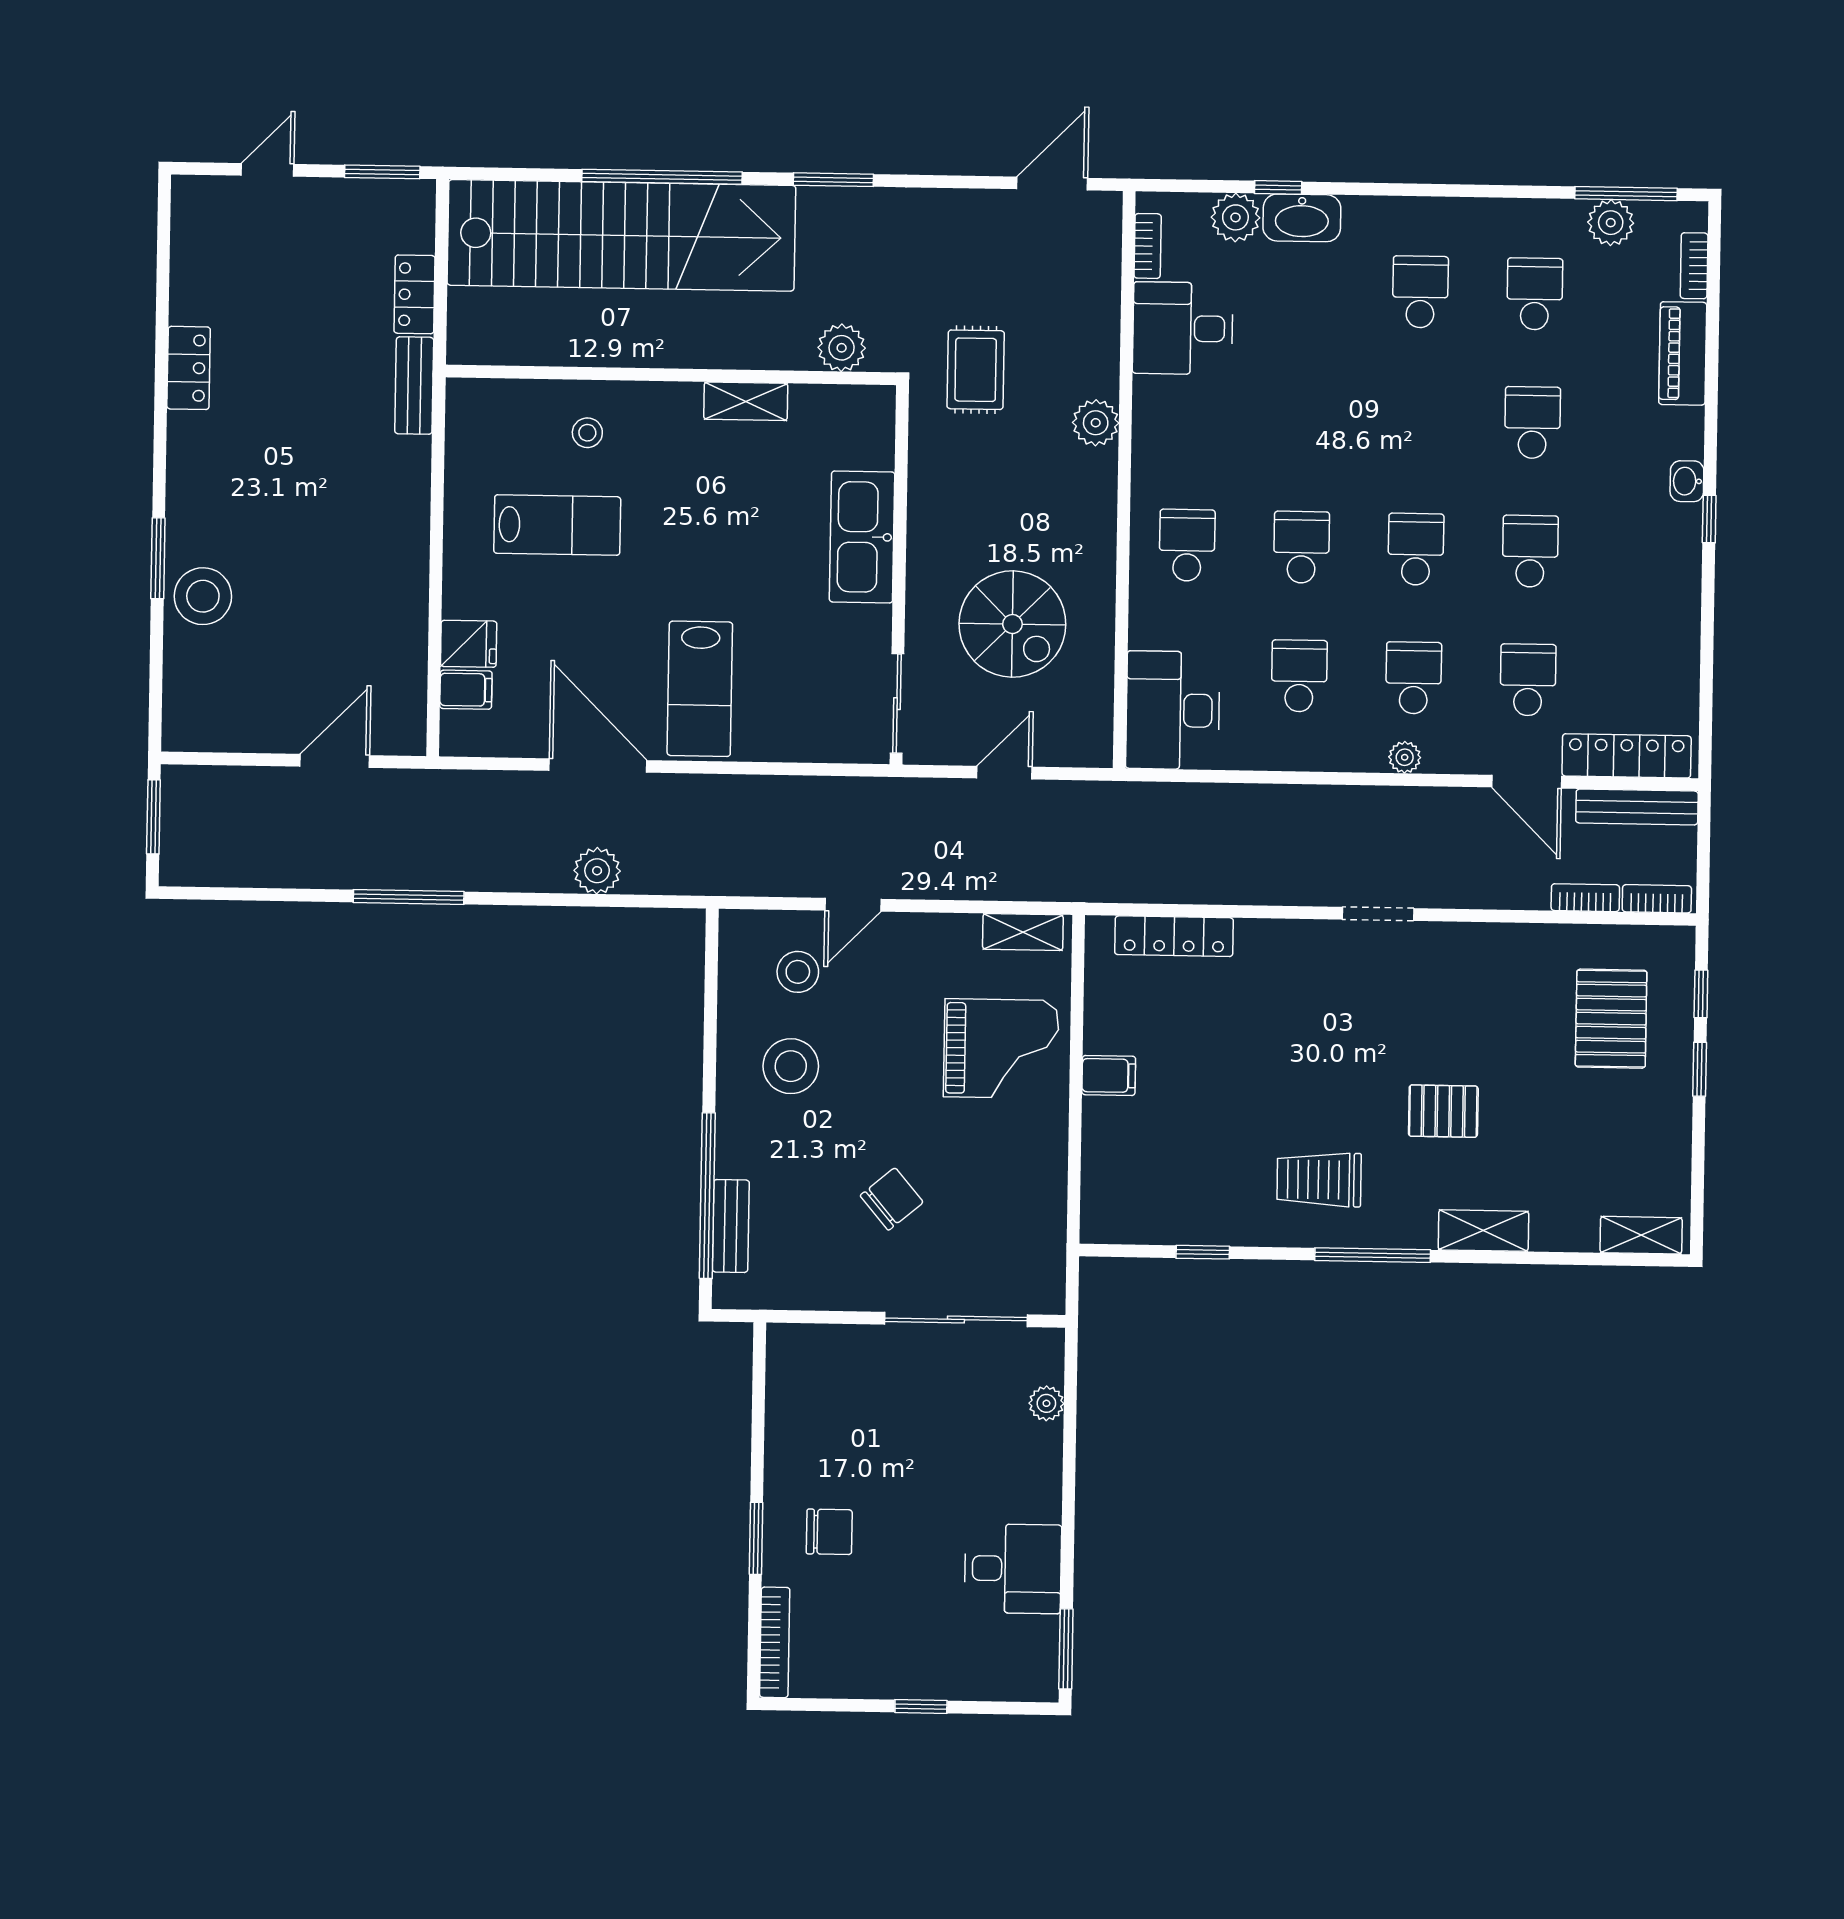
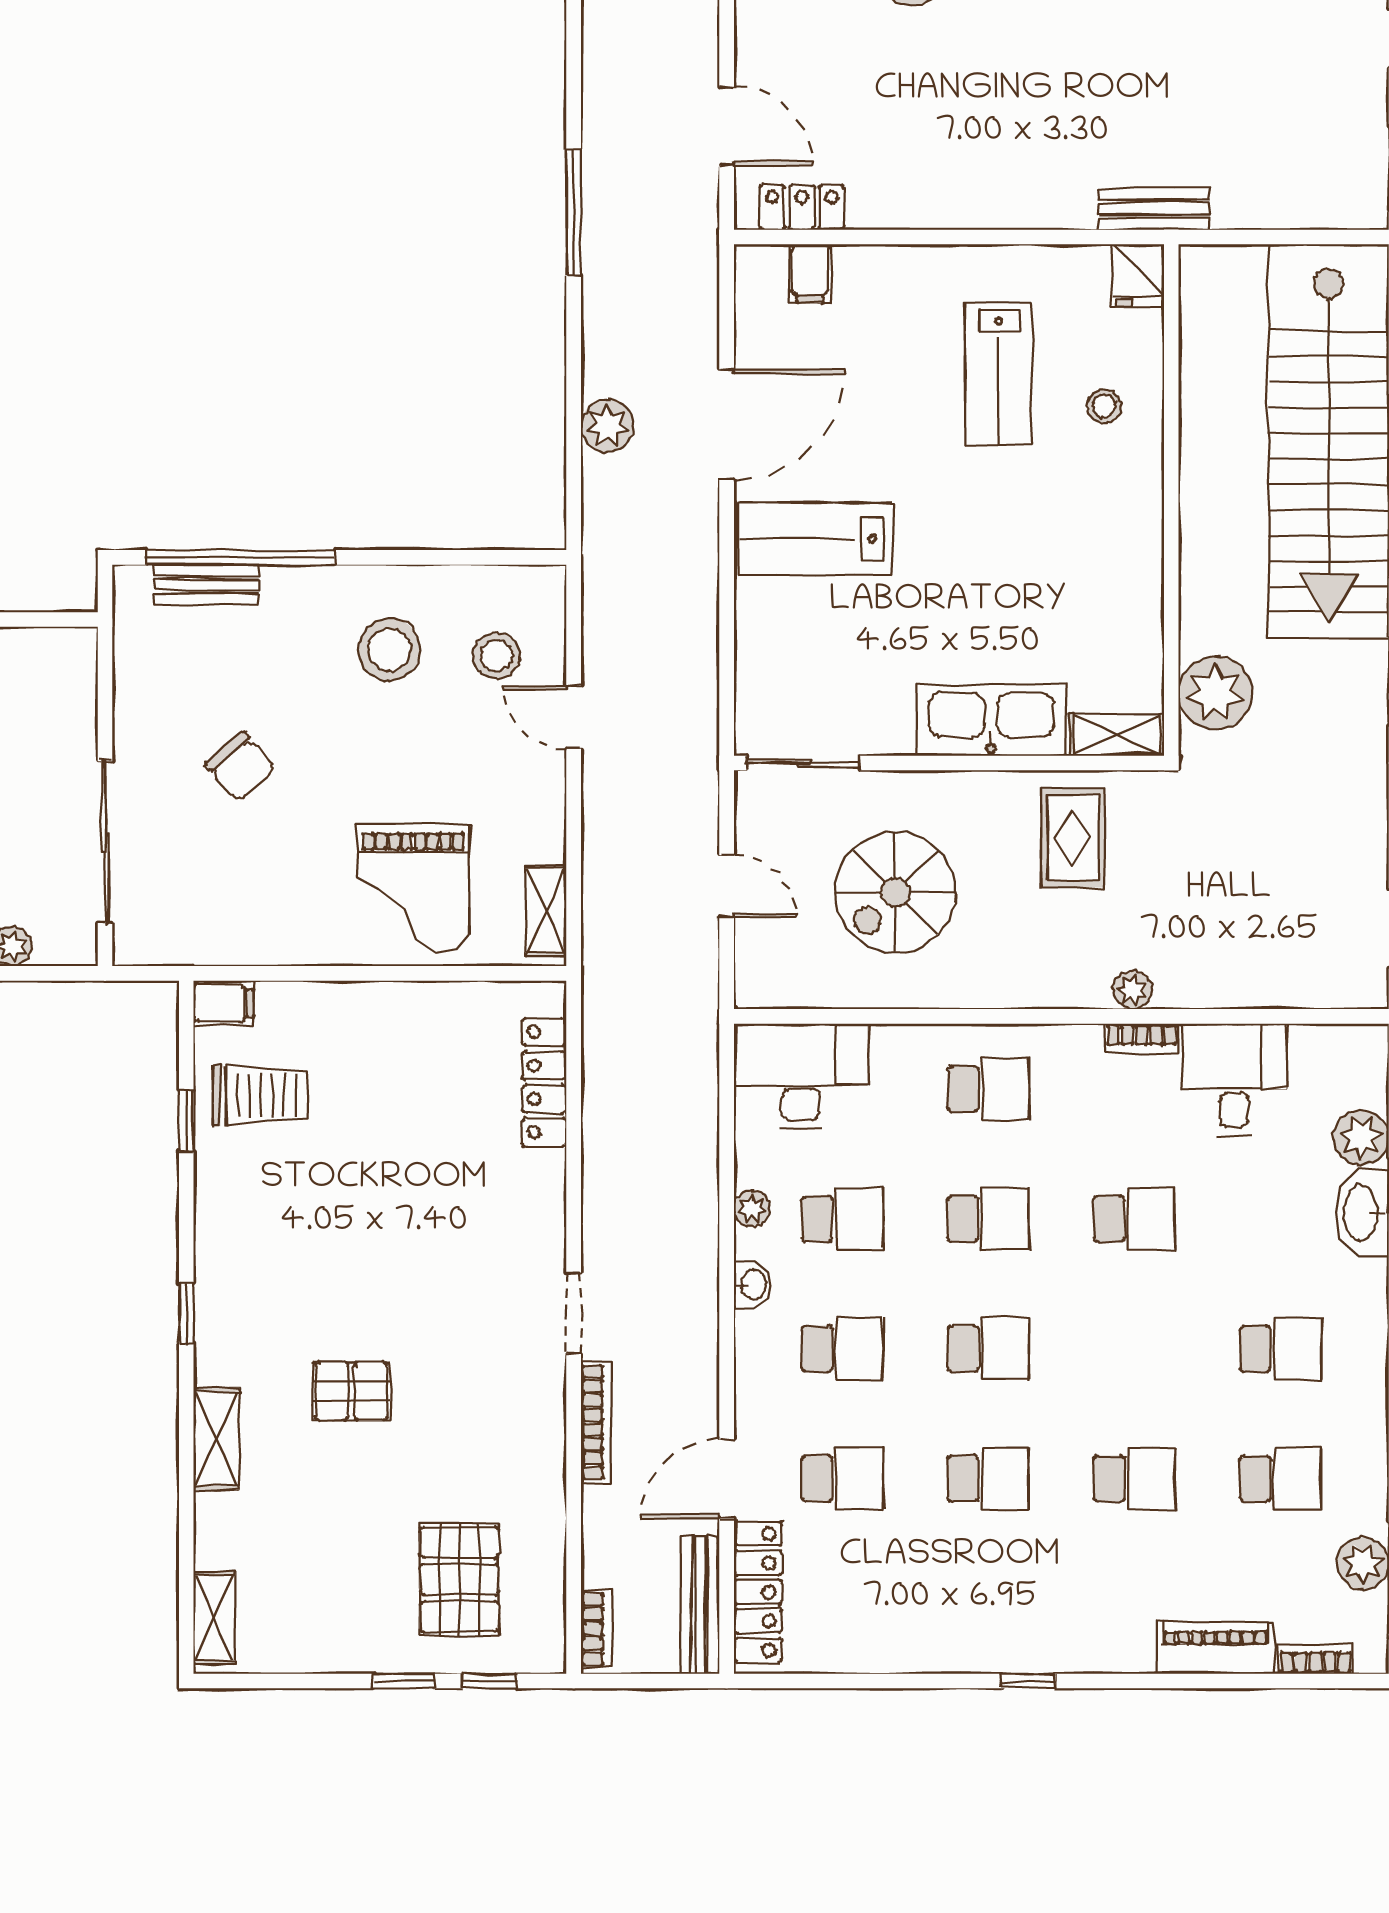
bookcase: (1148, 246) -> (1142, 1038), moved
locker: (415, 294) -> (802, 207), moved
plant: (842, 348) -> (1215, 693), width x1.36, depth x1.36
rug: (976, 370) -> (1073, 838), moved, turned 90
shelving: (746, 401) -> (1117, 735), moved, turned 90
school desk: (1304, 419) -> (1134, 1219), added
plant: (1096, 423) -> (1133, 990), width x0.73, depth x0.73
washbasin: (1687, 481) -> (753, 1284), moved, turned 90
fridge: (469, 644) -> (1138, 276), moved
plant: (1405, 757) -> (752, 1209), moved
bookcase: (1585, 898) -> (596, 1422), moved, width x1.56
pallet: (1611, 1019) -> (459, 1580), turned 90
filing cabinet: (1109, 1075) -> (223, 1003), moved, turned -90
pallet: (1443, 1111) -> (351, 1391), turned 90
trolley: (1319, 1180) -> (260, 1095), moved, turned 90
window: (1373, 1255) -> (186, 1314), width x0.46

